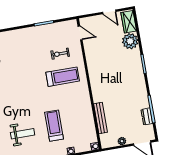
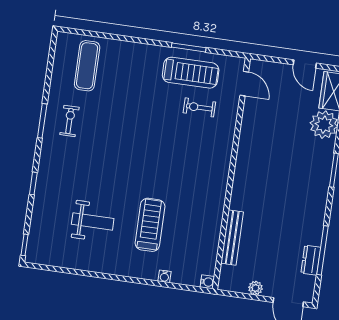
treadmill: (63, 77) -> (191, 73), moved

